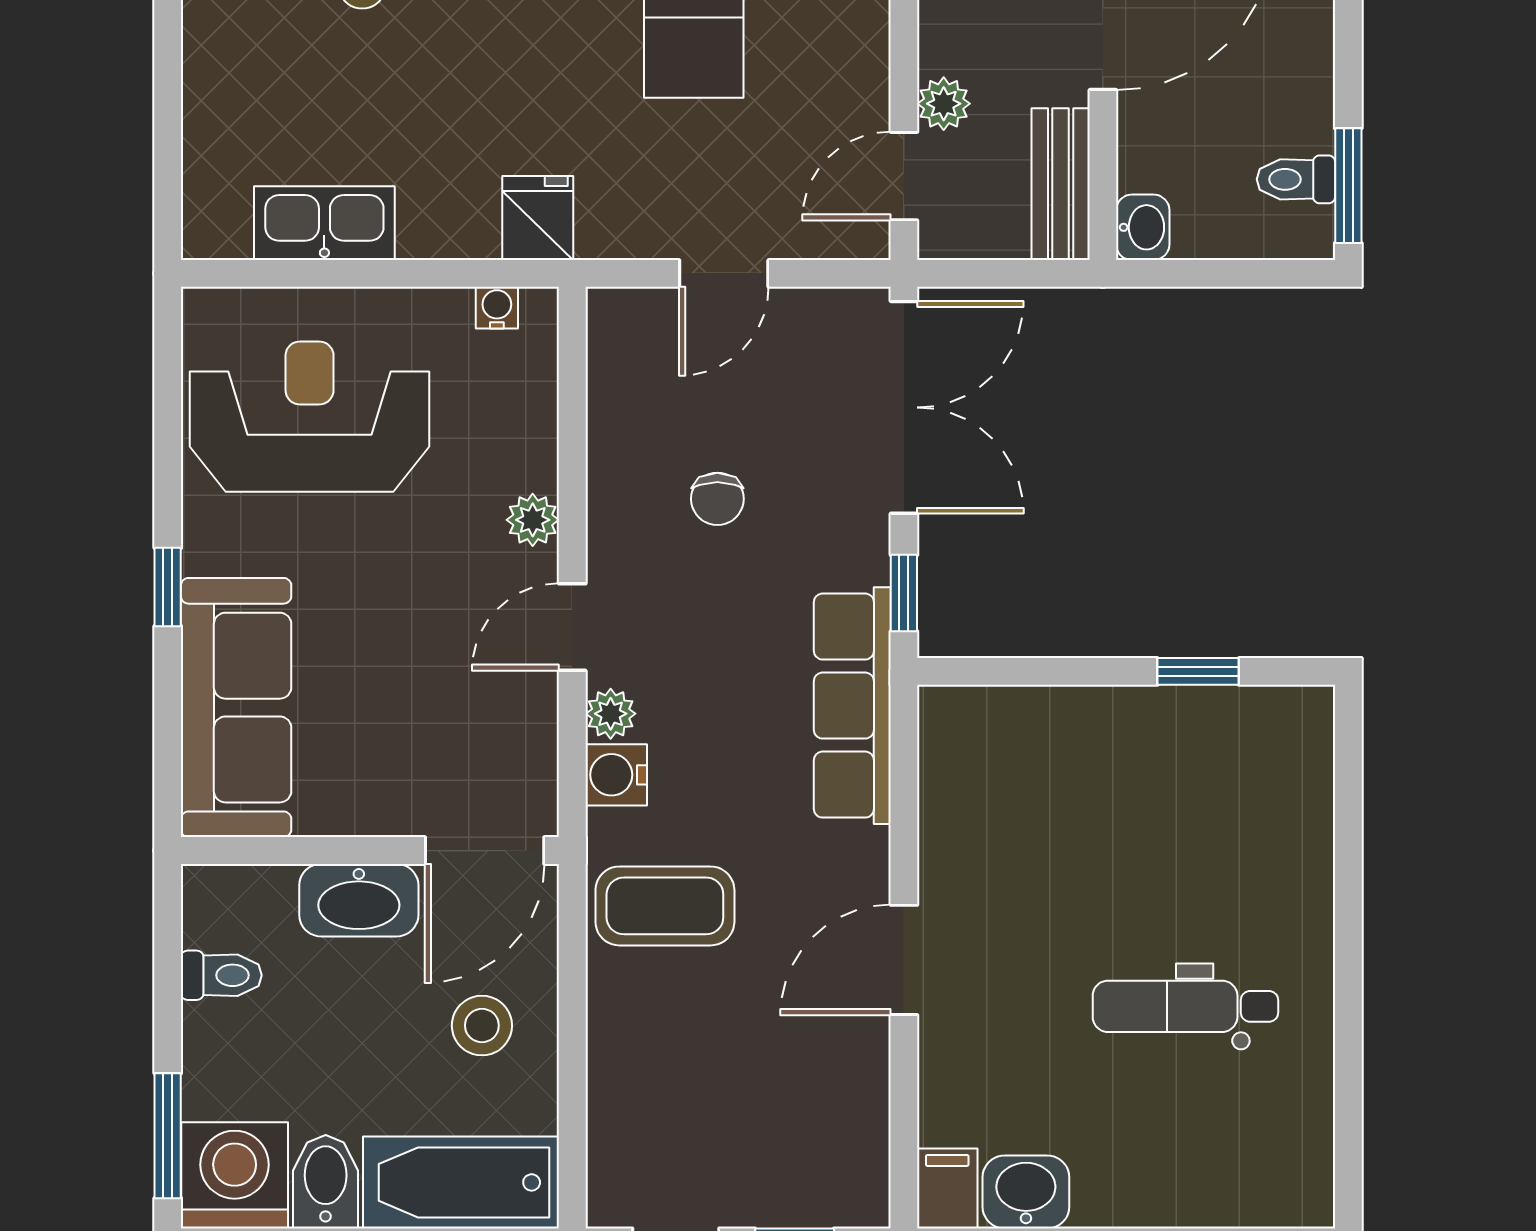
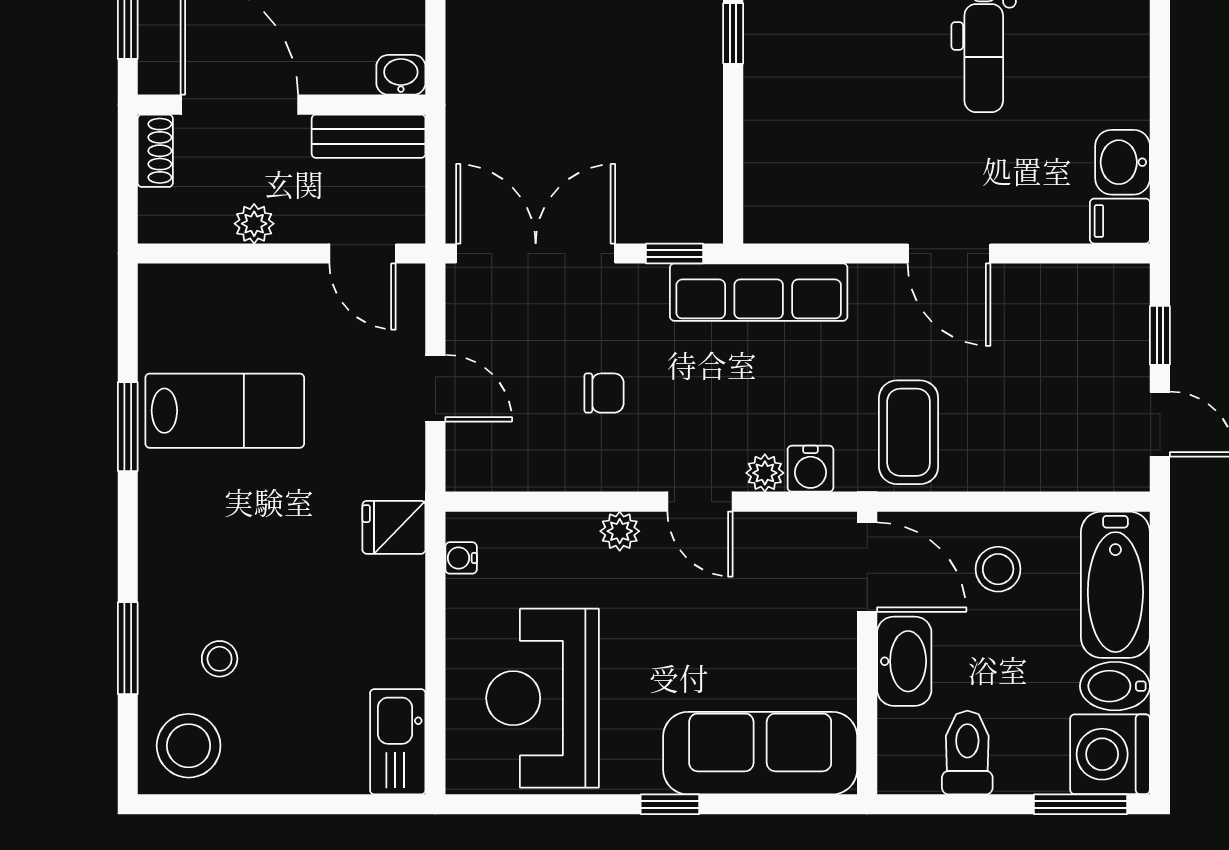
plant: (944, 104) -> (254, 224), moved
kitchen sink: (324, 223) -> (398, 742), moved
toilet: (221, 975) -> (967, 753), width x1.37, depth x1.39

